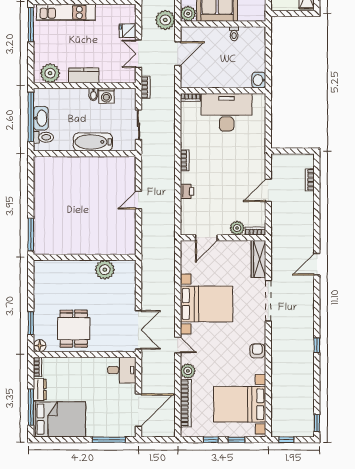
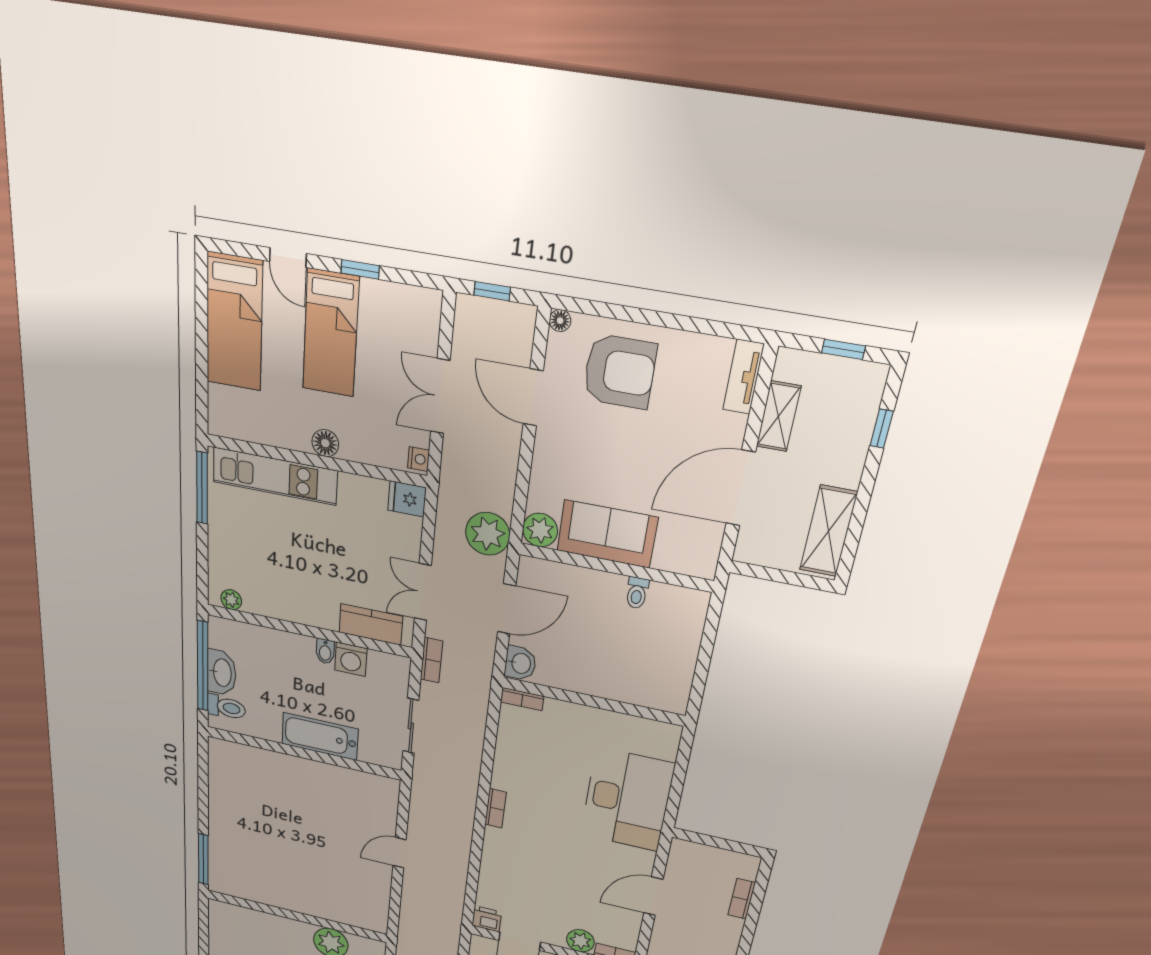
fridge: (128, 31) -> (407, 499), moved
plant: (50, 73) -> (231, 600), width x0.53, depth x0.53
kitchen counter: (84, 75) -> (371, 624), moved
washbasin: (259, 80) -> (520, 663), moved, turned 180
desk: (227, 112) -> (627, 800), moved, turned 90
printer: (187, 191) -> (487, 919), moved, turned -90

